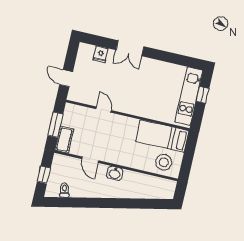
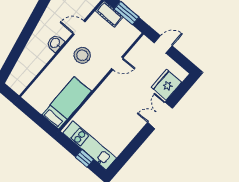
fridge: (101, 54) -> (166, 85), width x1.88, depth x1.34
stool: (164, 162) -> (82, 55), moved

